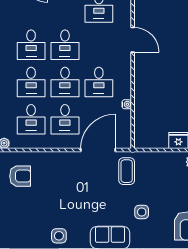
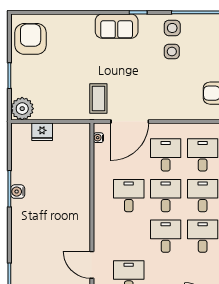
door: (133, 40) -> (92, 265), moved
water cooler: (127, 104) -> (98, 138), moved
side table: (142, 212) -> (172, 52), moved

